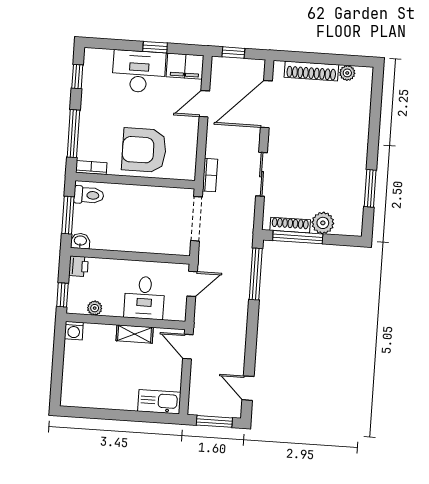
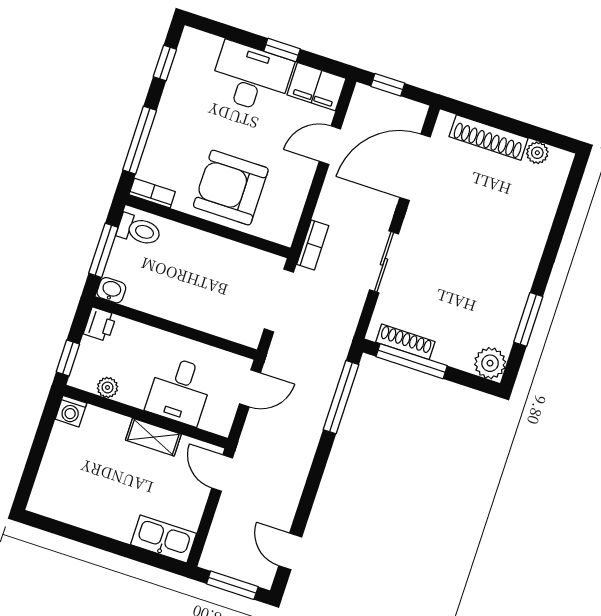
plant: (323, 223) -> (490, 363), moved

